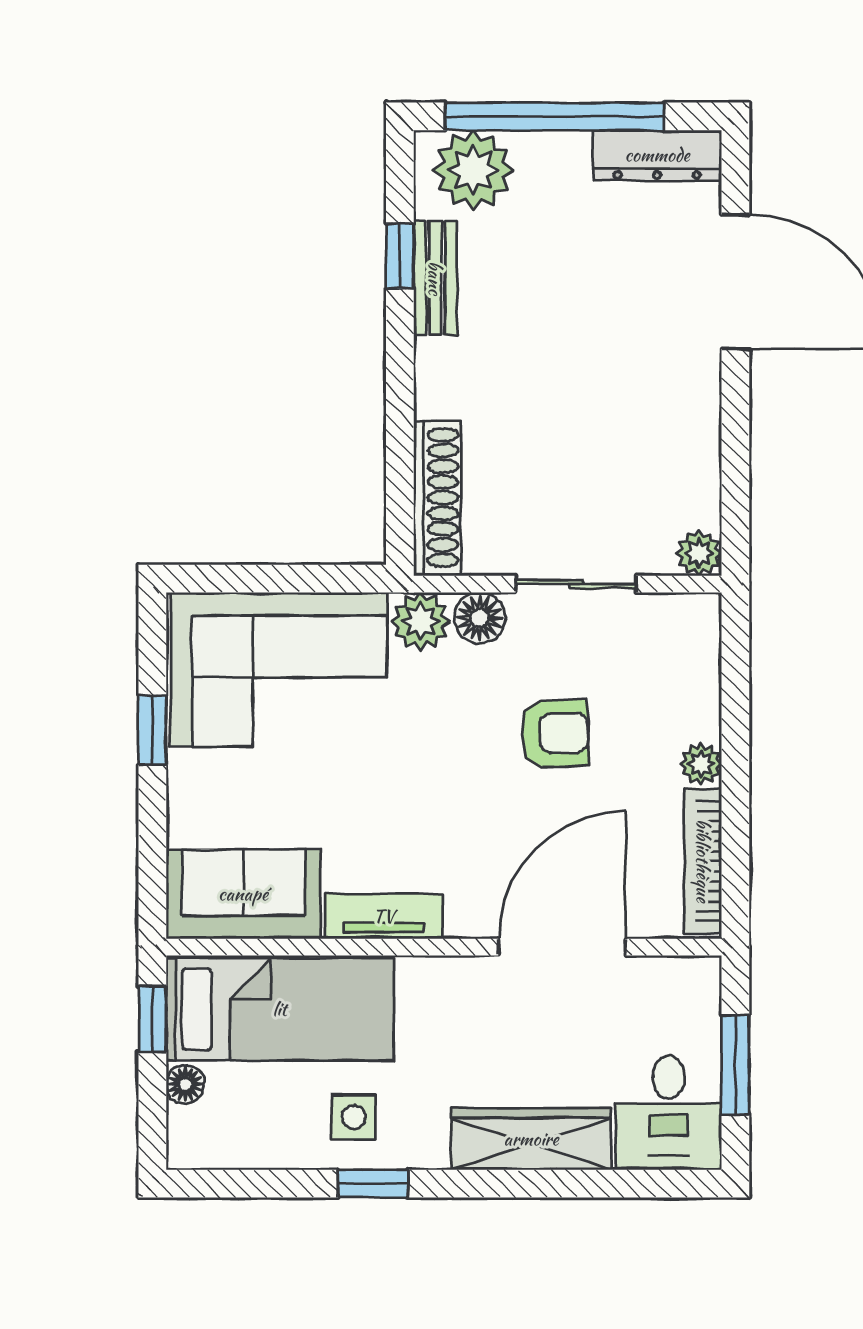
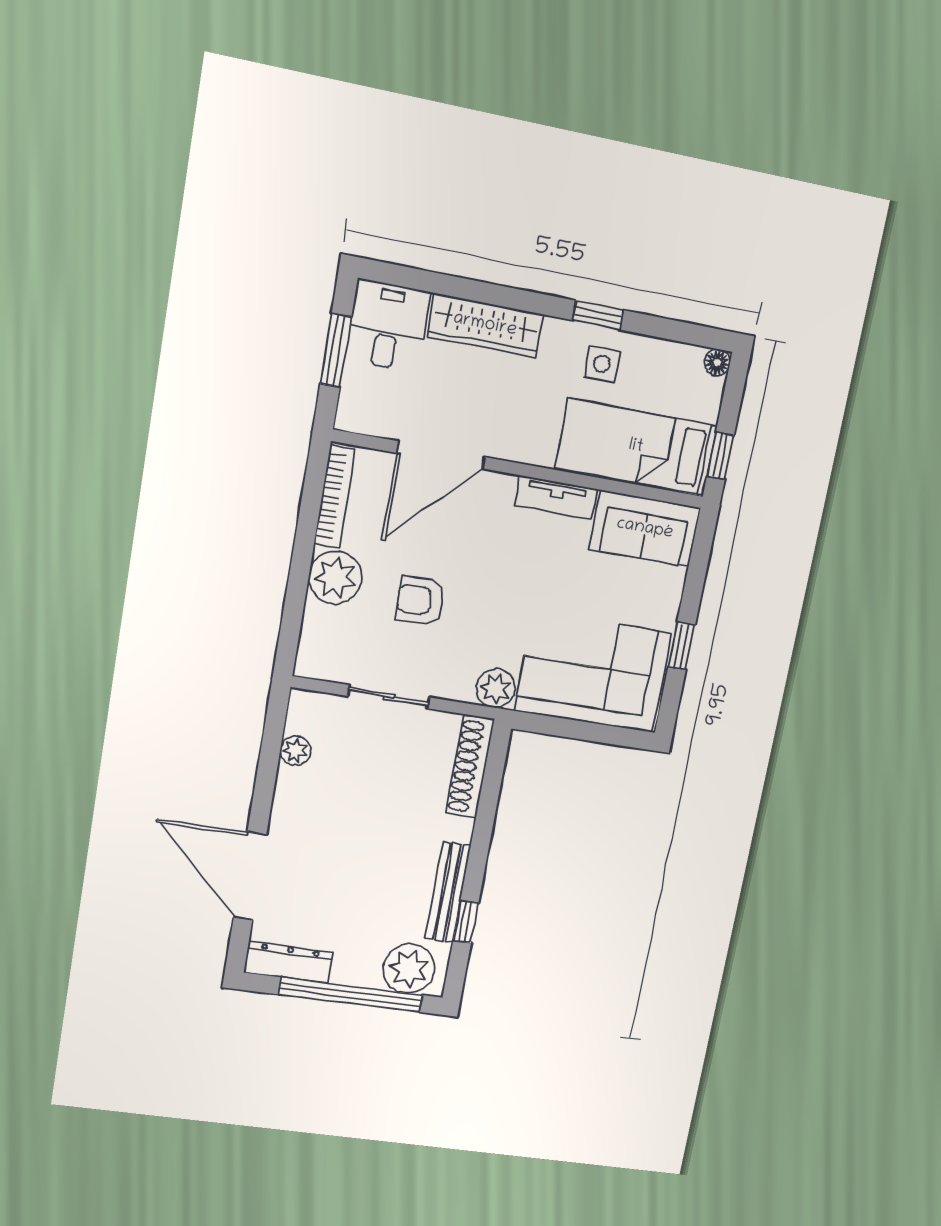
bench: (435, 278) -> (448, 892), width x1.36
plant: (699, 553) -> (295, 751), moved
floor lamp: (480, 618) -> (456, 685), removed
plant: (701, 764) -> (335, 578), width x1.87, depth x1.87
floor lamp: (185, 1084) -> (717, 362), moved

